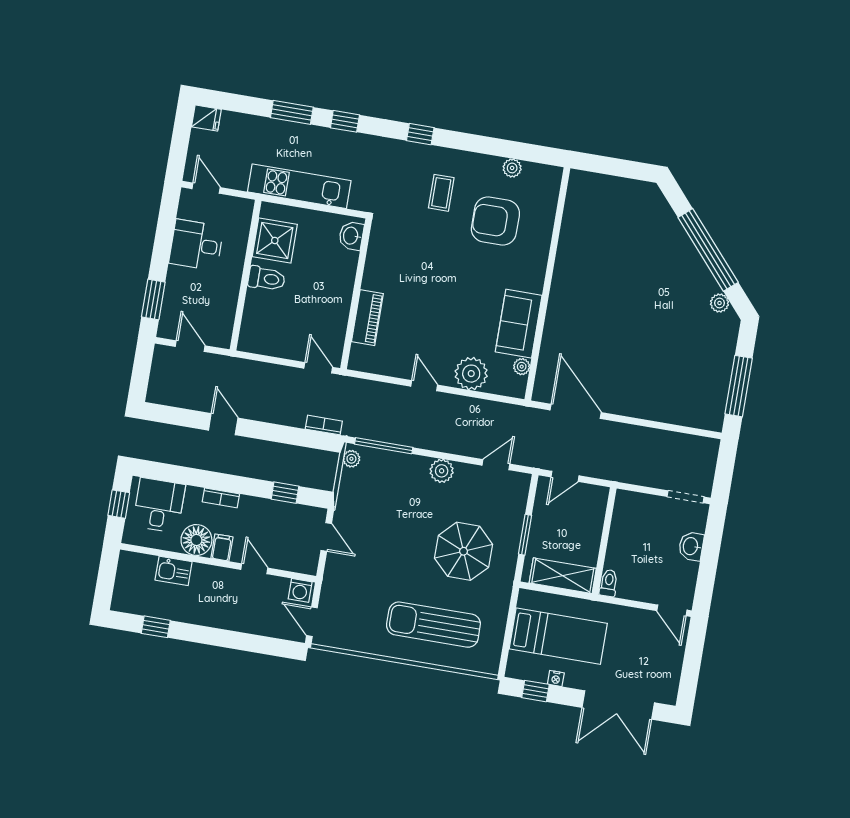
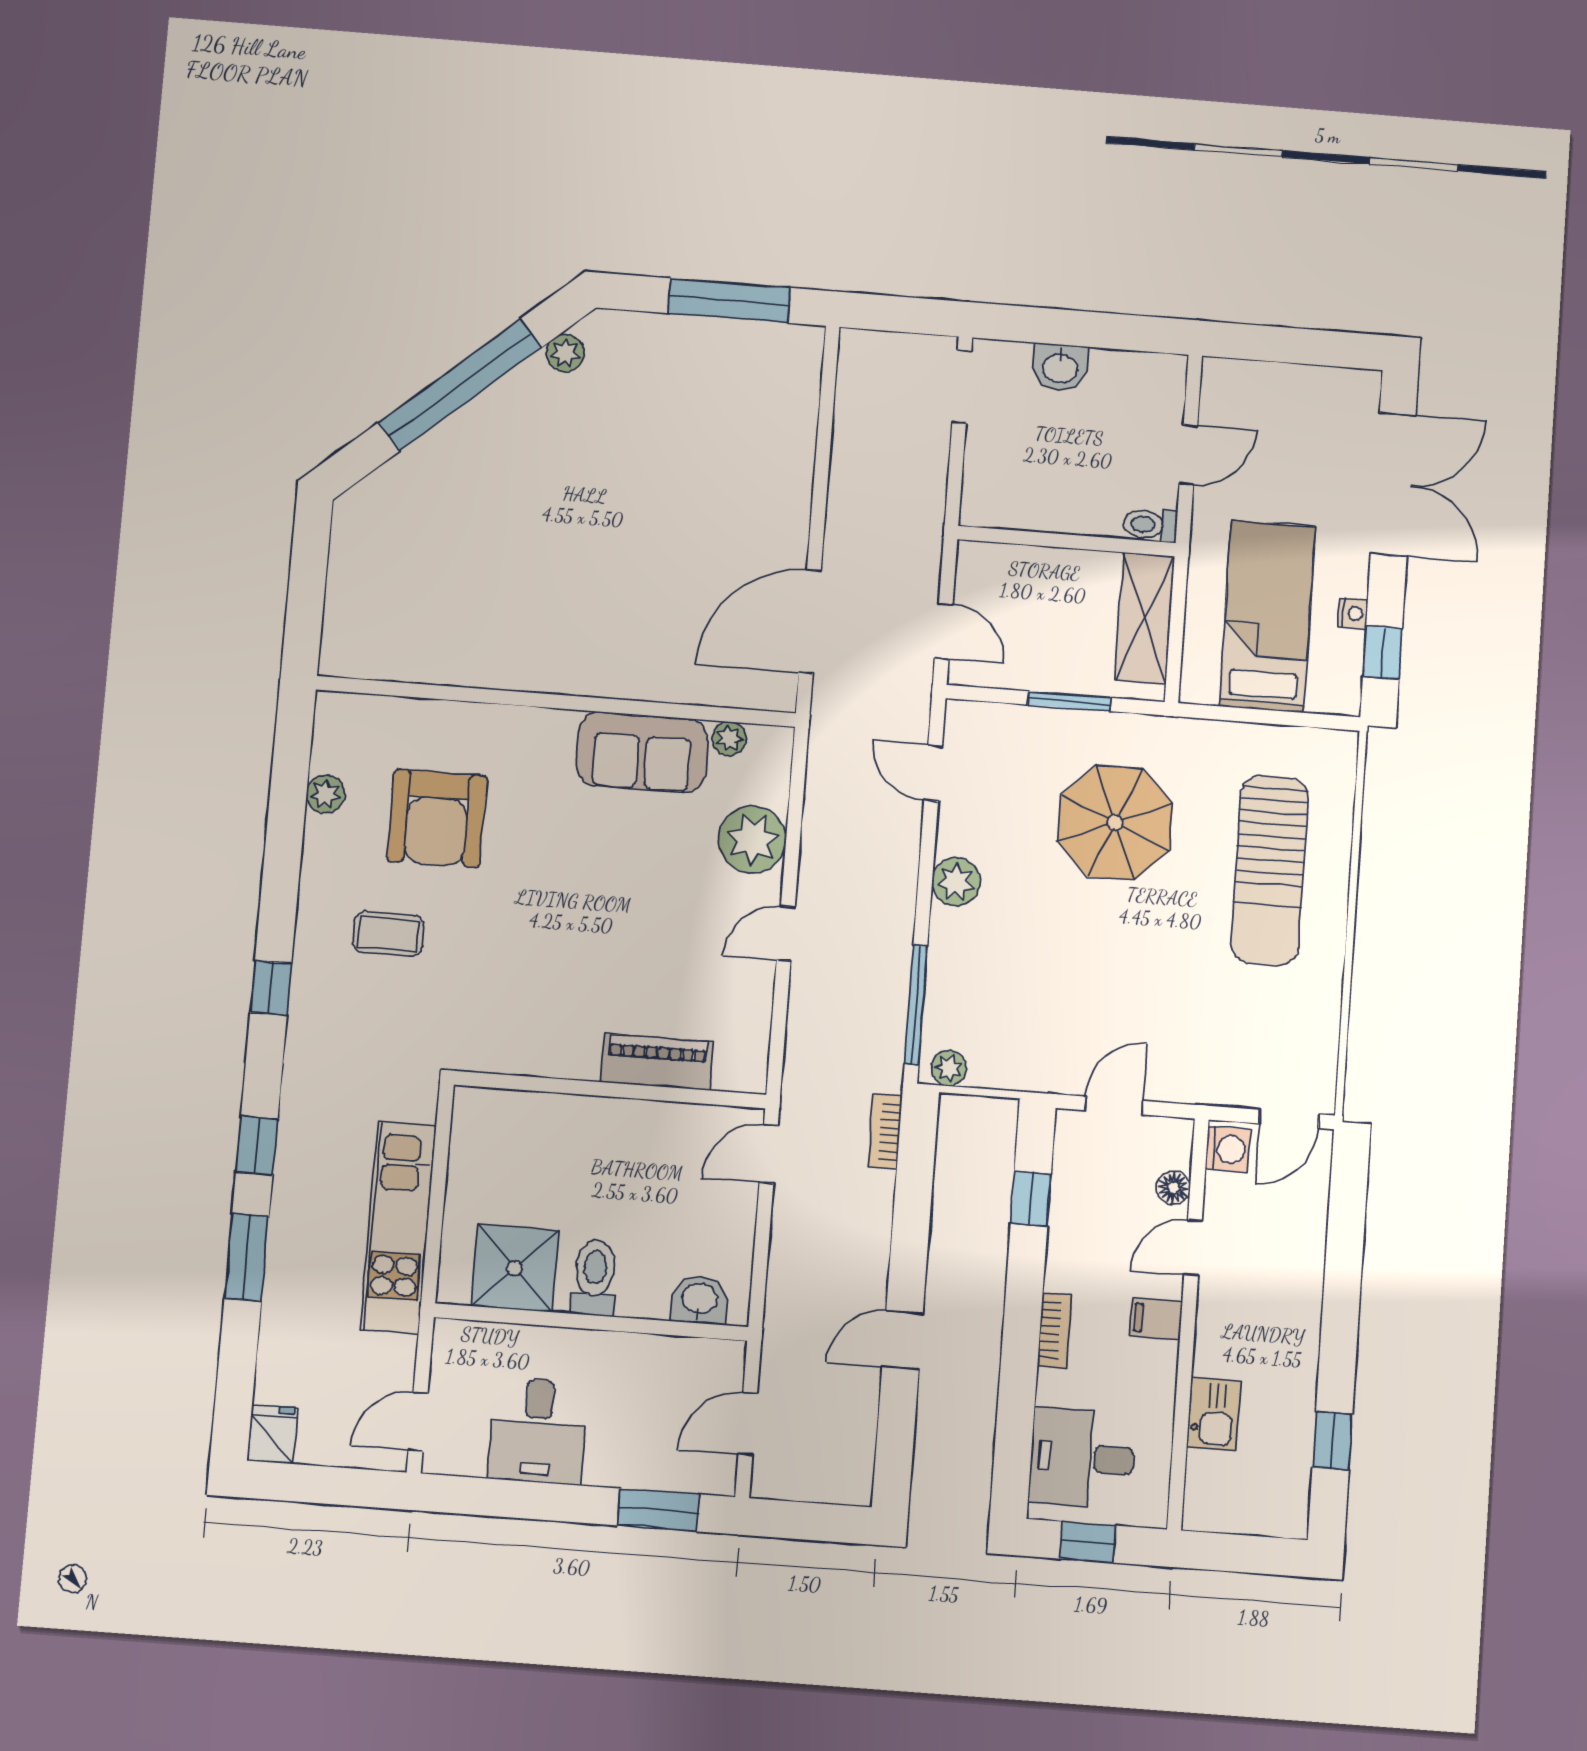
washbasin: (351, 236) -> (699, 1300), moved, turned 180
floor lamp: (196, 540) -> (1173, 1188), moved, width x0.53, depth x0.53
door: (672, 610) -> (1188, 455), moved

